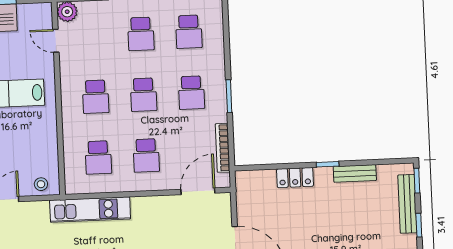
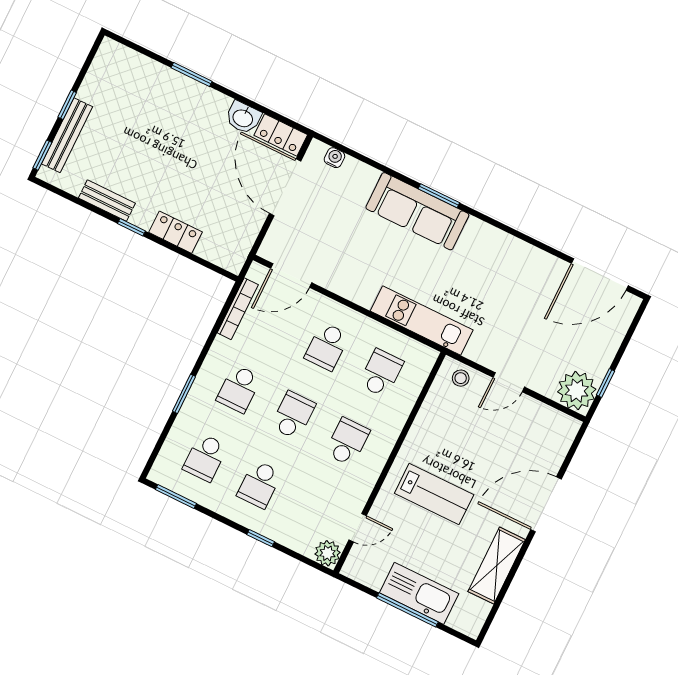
school desk: (189, 32) -> (205, 458), turned 180
school desk: (141, 34) -> (259, 484), turned 180
door: (56, 41) -> (358, 528), hinge flipped
school desk: (191, 93) -> (239, 389), turned 180
window: (229, 96) -> (184, 394), moved
school desk: (146, 155) -> (327, 346), turned 180

